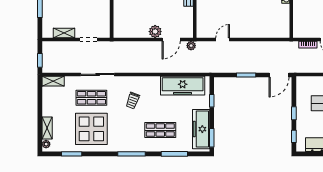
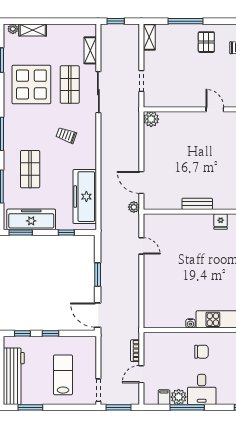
plant: (155, 32) -> (151, 119), moved
shelving: (64, 33) -> (149, 37), moved
shelving: (53, 81) -> (90, 50), moved

